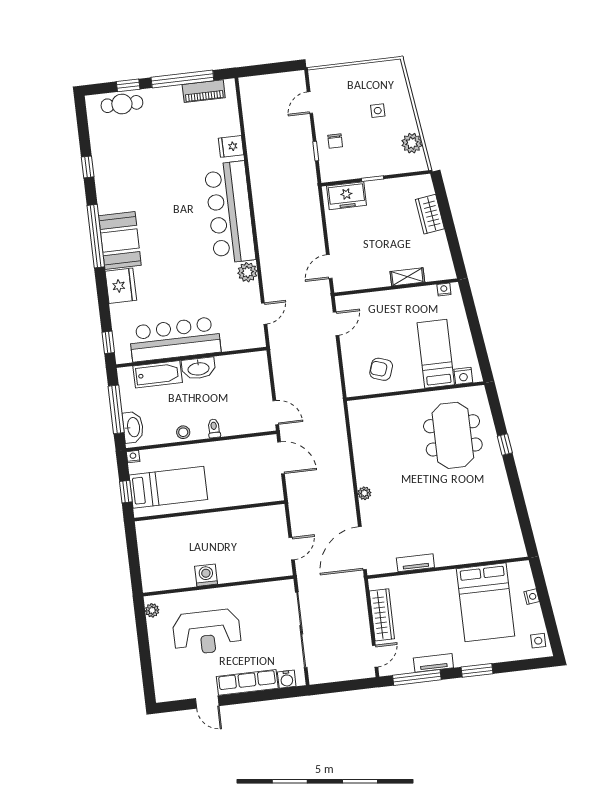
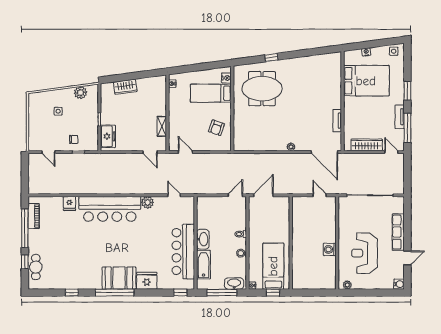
shelving: (407, 277) -> (162, 126), moved
reception desk: (207, 632) -> (365, 253), turned 180
water cooler: (287, 679) -> (399, 284), moved

